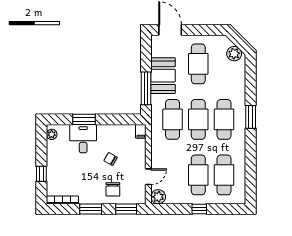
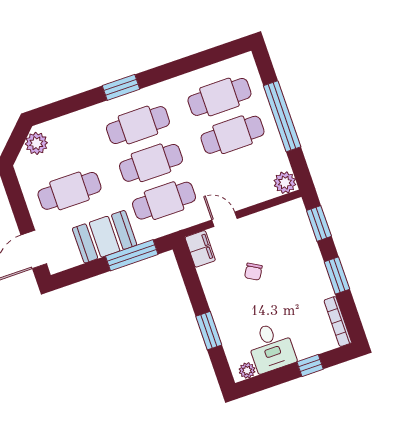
filing cabinet: (141, 131) -> (200, 249), width x2.00
desk: (83, 139) -> (271, 347), moved, turned -90
door: (148, 177) -> (224, 219), moved
chair: (113, 189) -> (297, 253), removed
window: (199, 209) -> (282, 116), width x3.17

